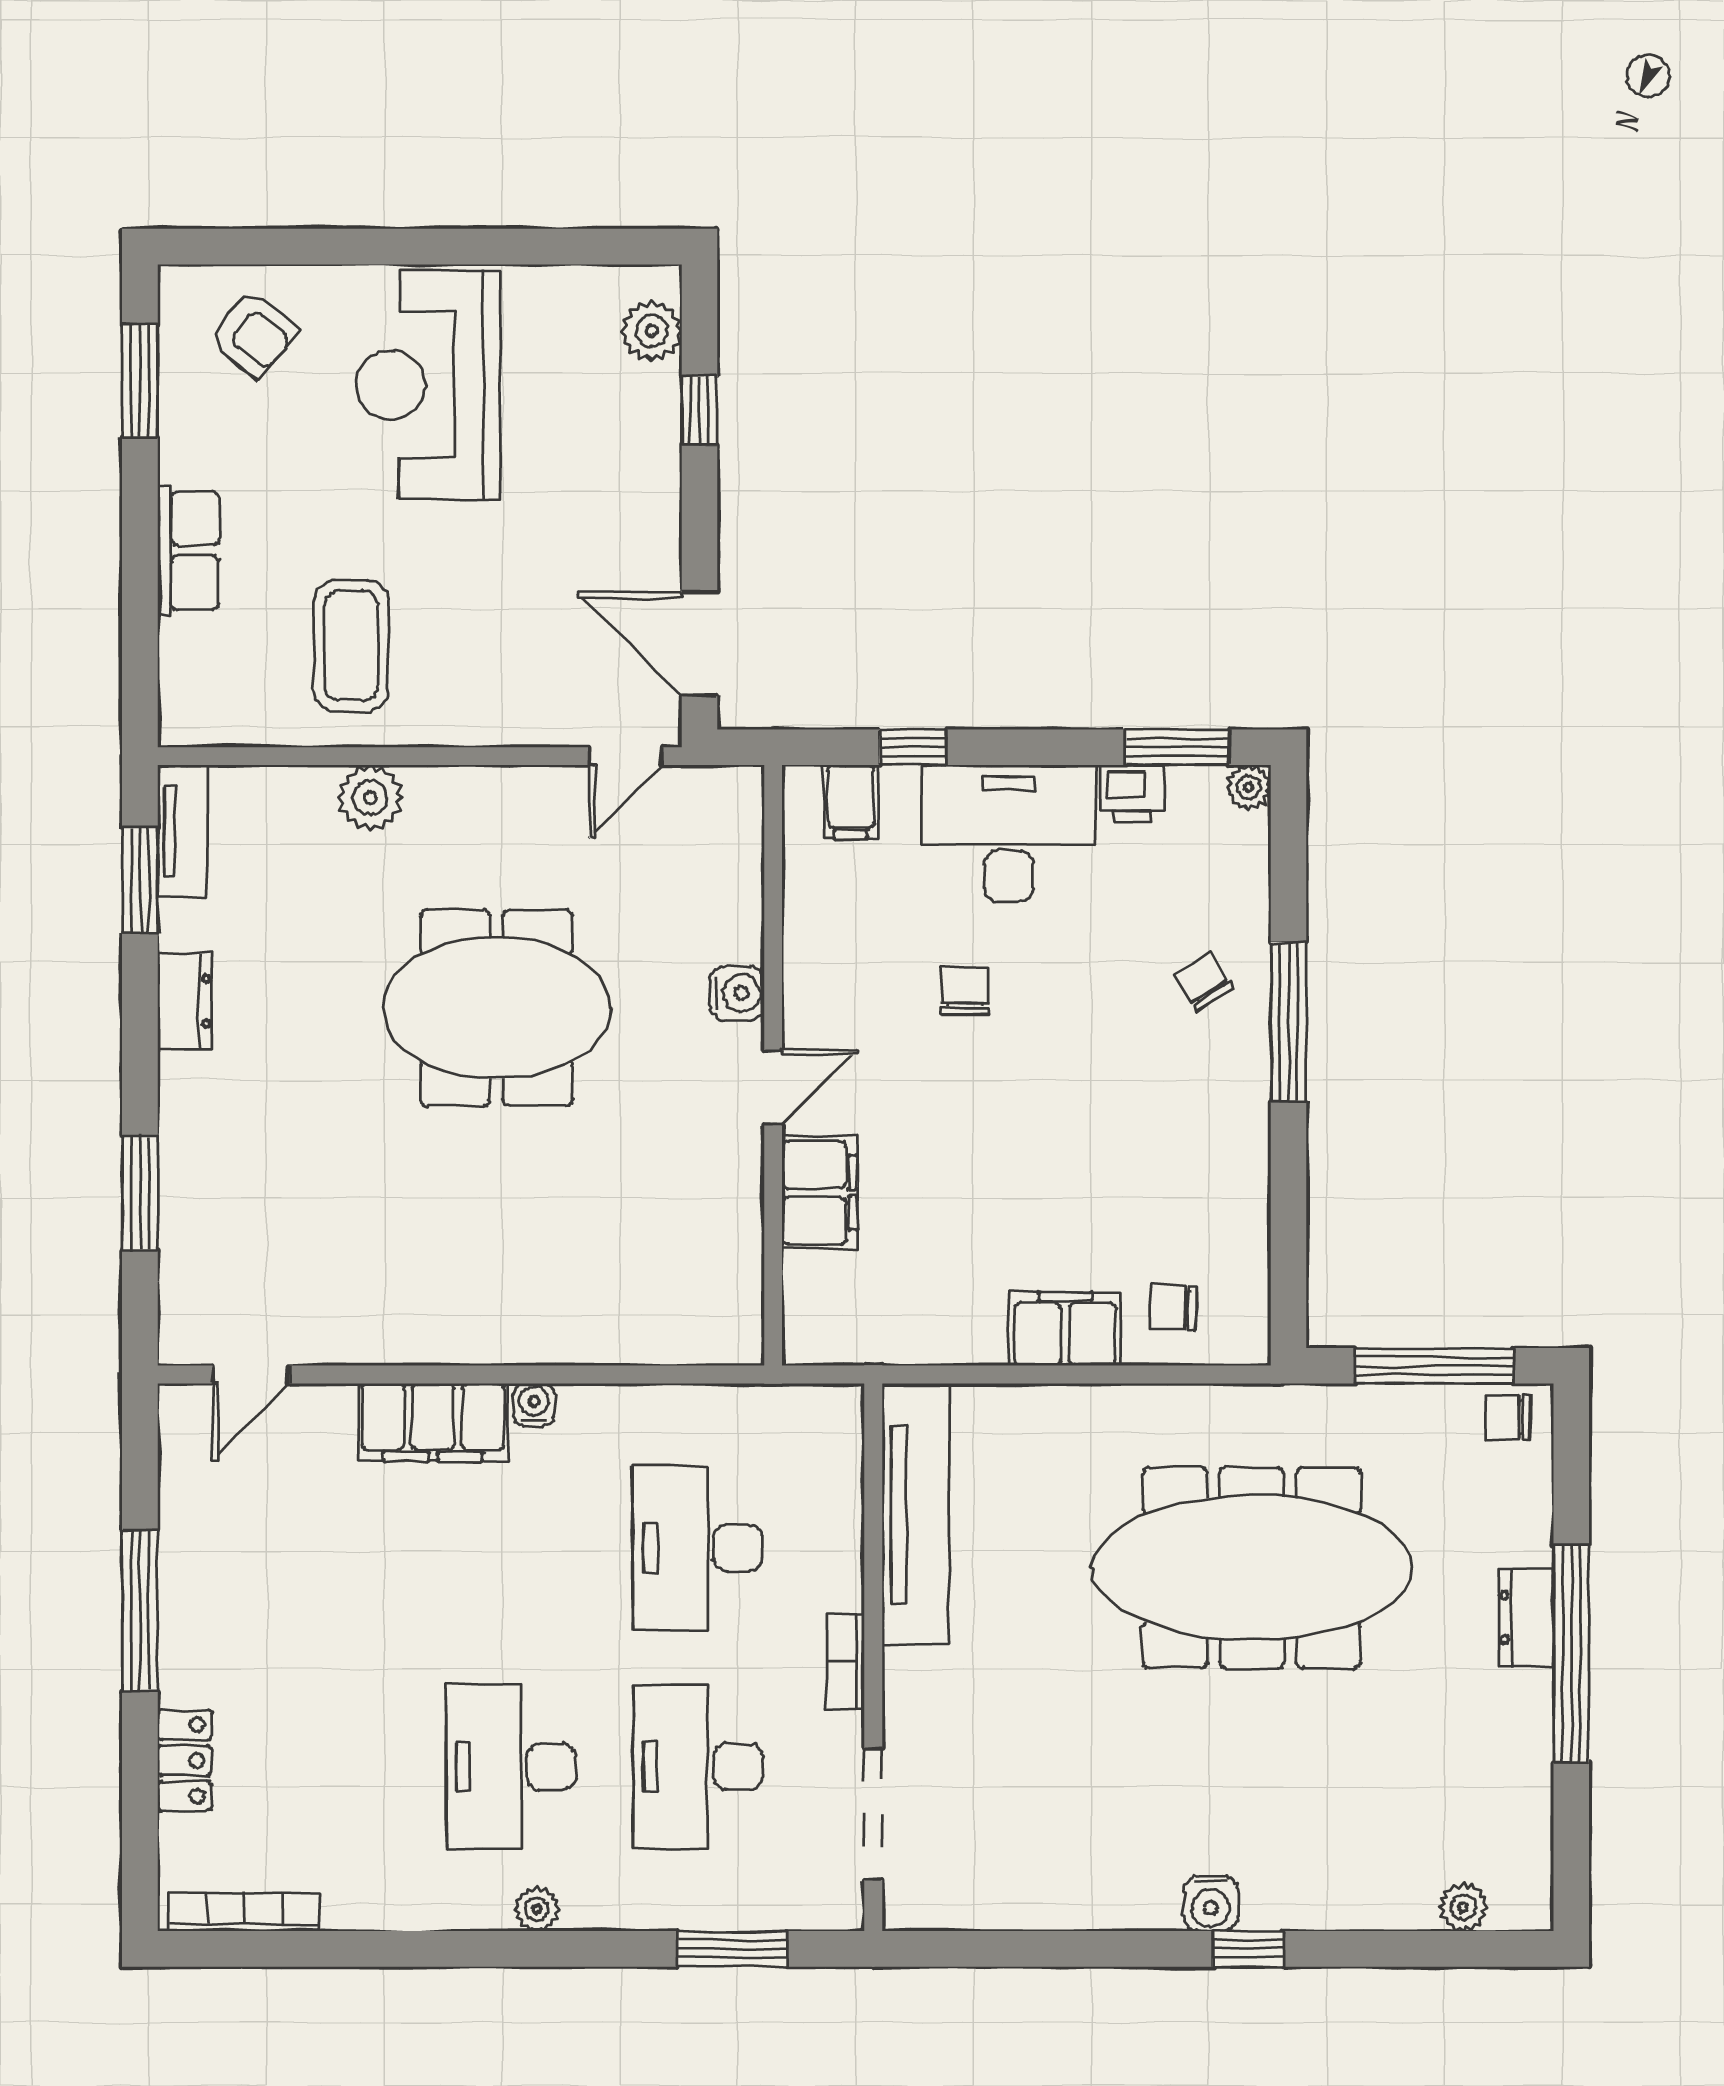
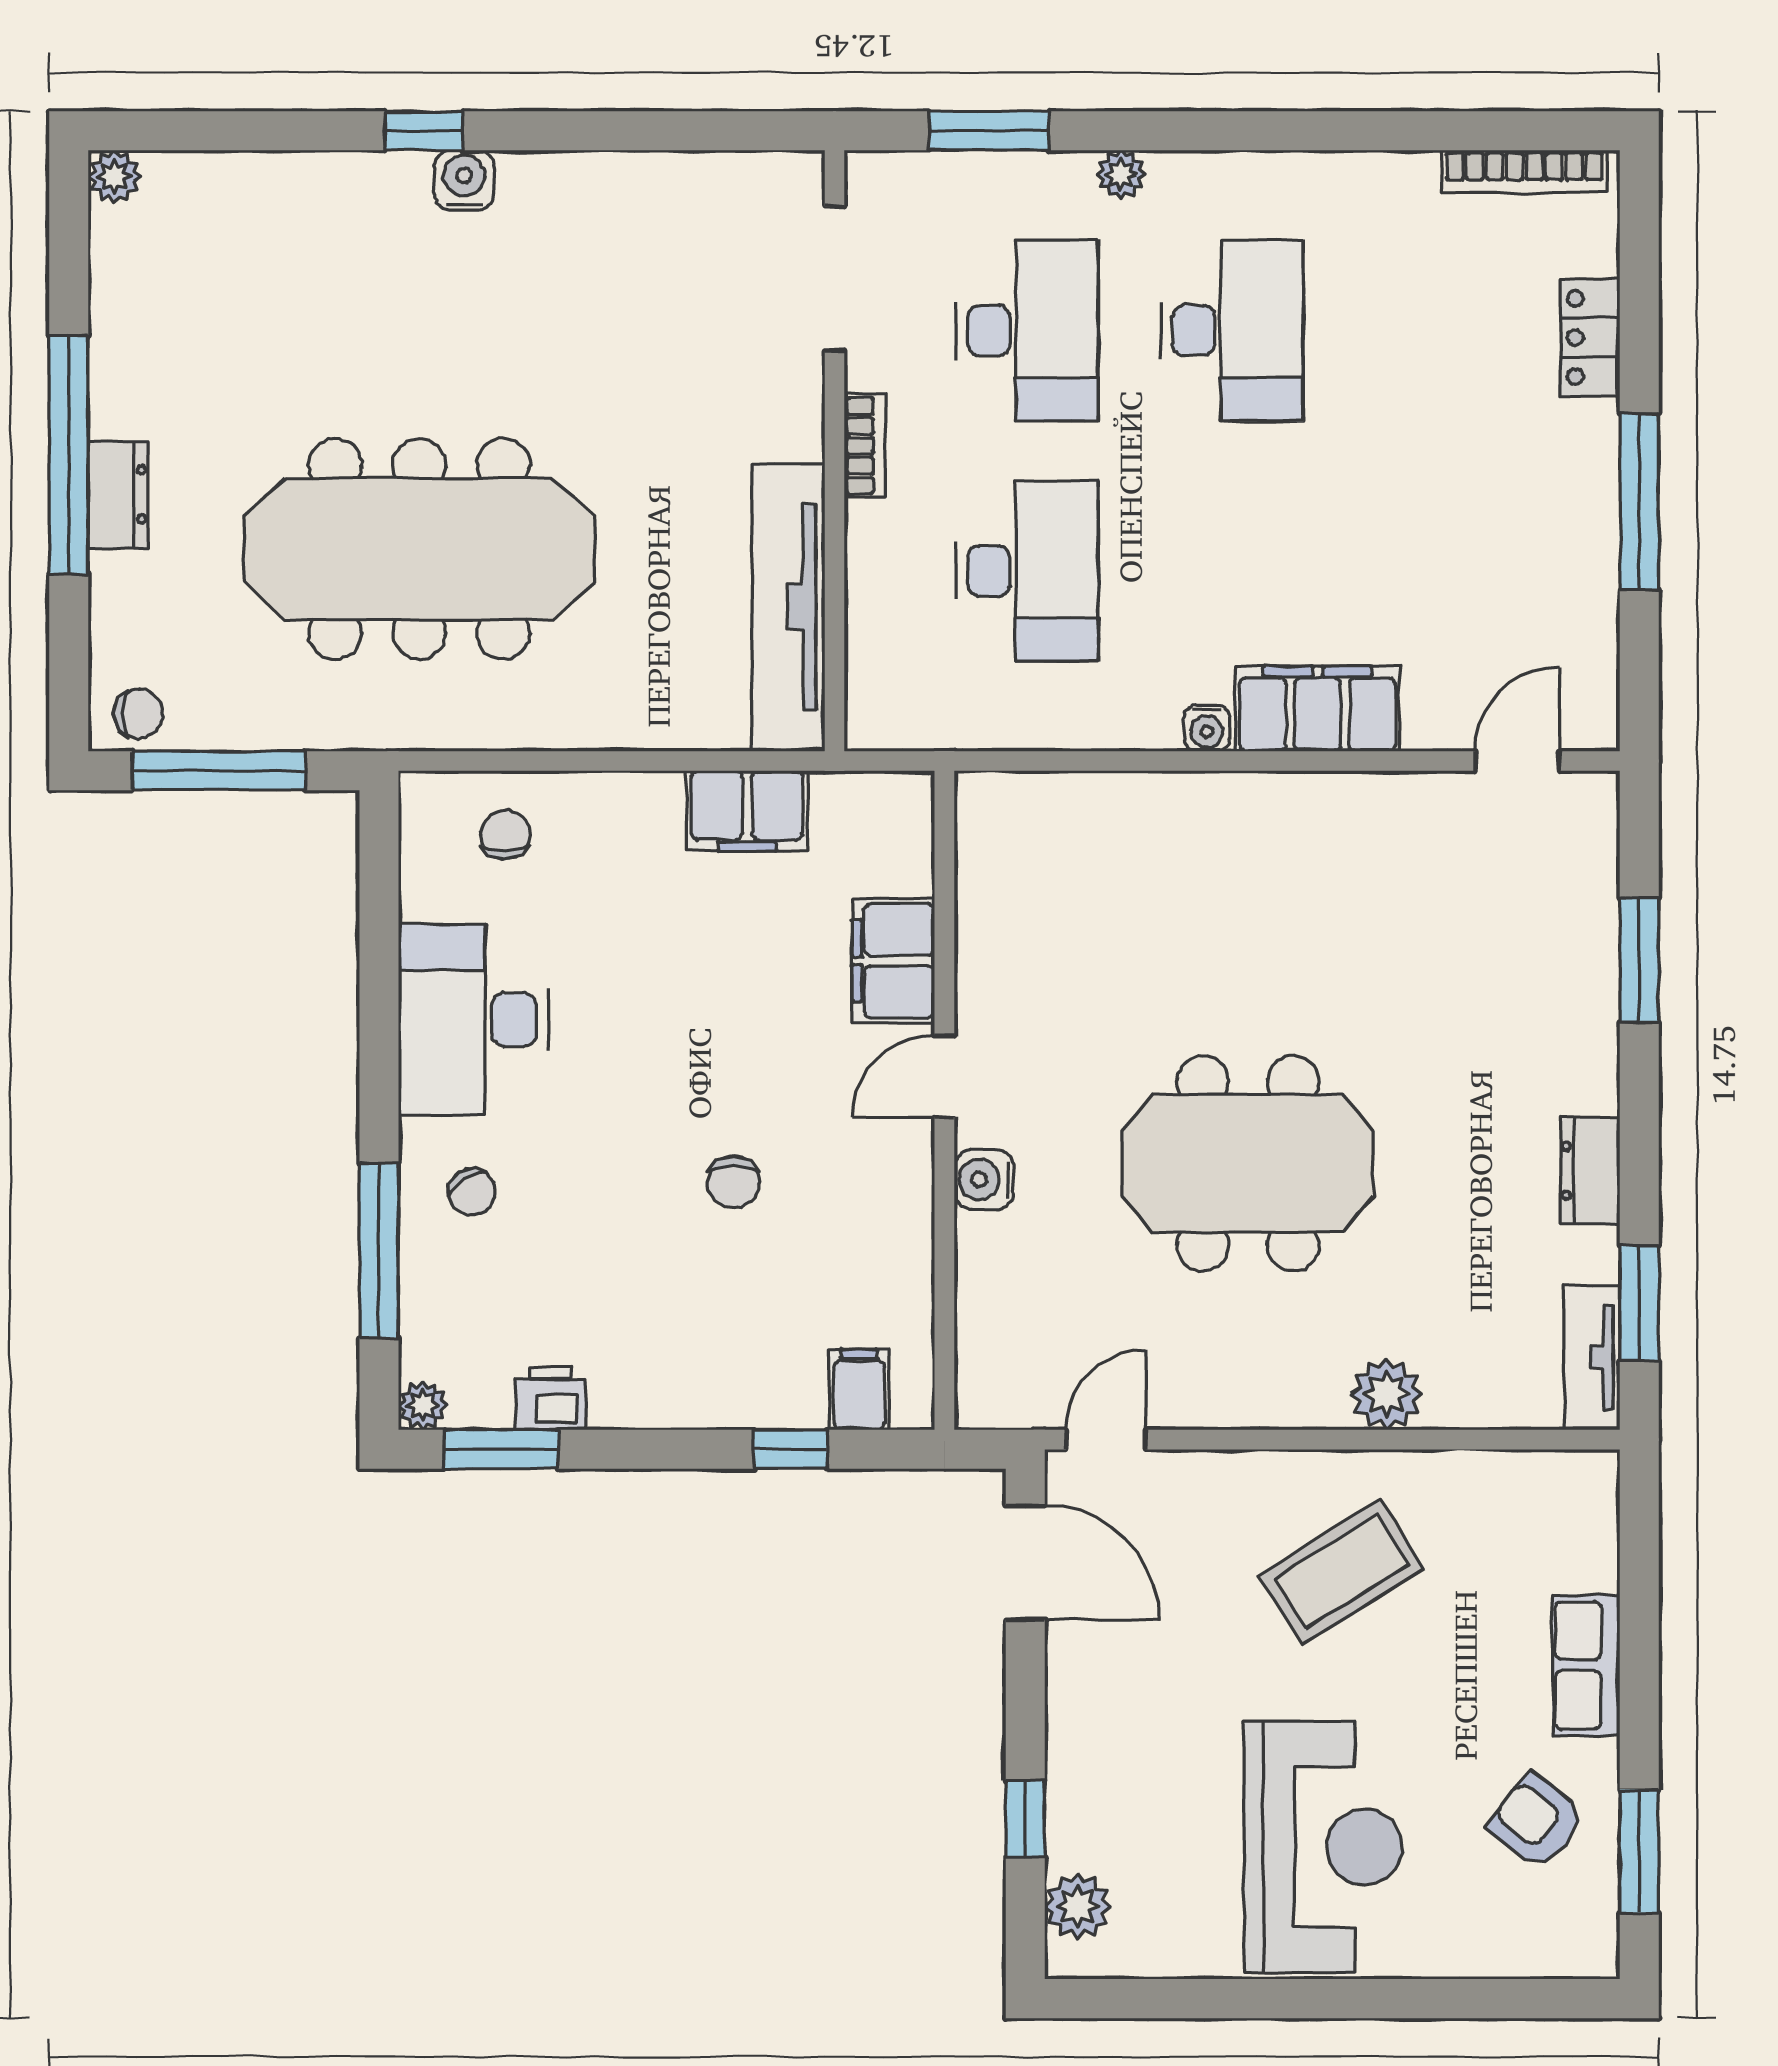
armchair: (253, 334) -> (1536, 1821), moved
coffee table: (351, 646) -> (1341, 1572), moved, turned 58
desk: (1009, 833) -> (473, 1020), moved, turned 90
window: (1288, 1022) -> (379, 1251), moved
chair: (1173, 1307) -> (505, 835), turned -93
filing cabinet: (1065, 1329) -> (747, 811), moved
plant: (1463, 1907) -> (114, 176), moved
plant: (537, 1909) -> (1121, 174), moved

